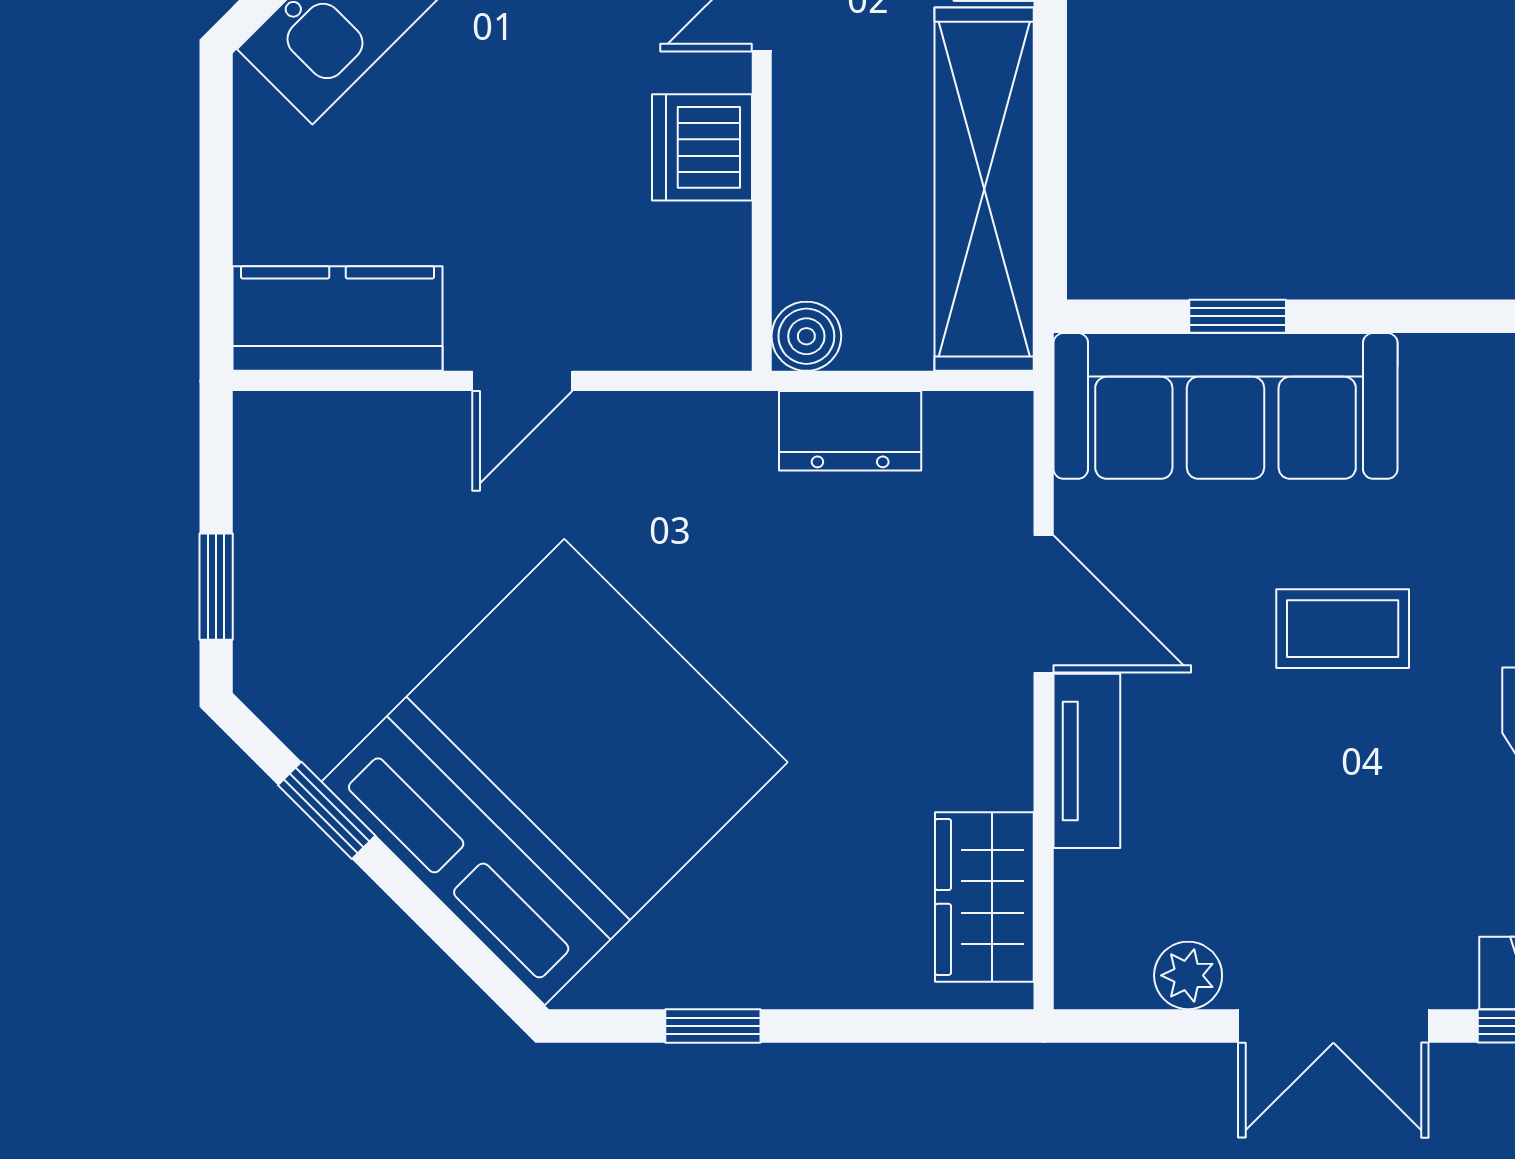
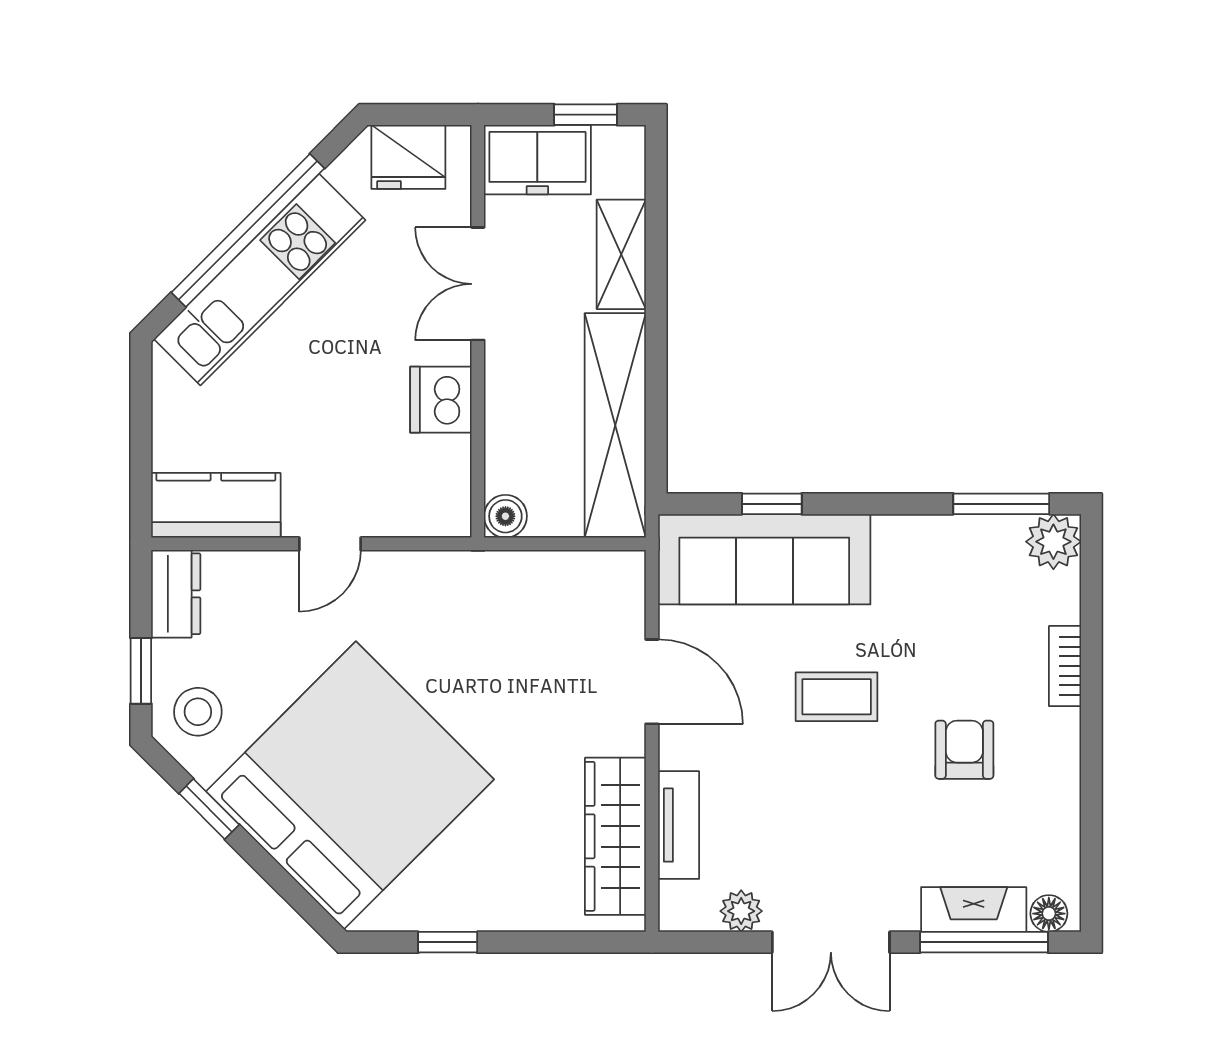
dresser: (850, 431) -> (176, 594), moved, turned -90
stool: (308, 653) -> (198, 712), added
tv unit: (1087, 761) -> (679, 825), moved
wardrobe: (984, 897) -> (615, 836), width x1.50

